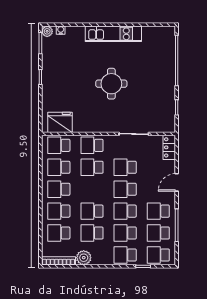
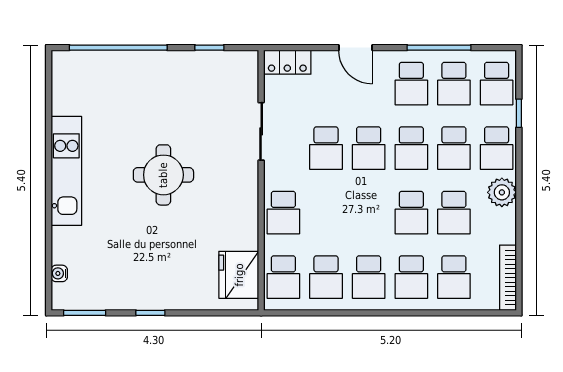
plant: (47, 31) -> (62, 300), removed
school desk: (92, 167) -> (326, 213), removed
plant: (84, 258) -> (502, 192), moved

